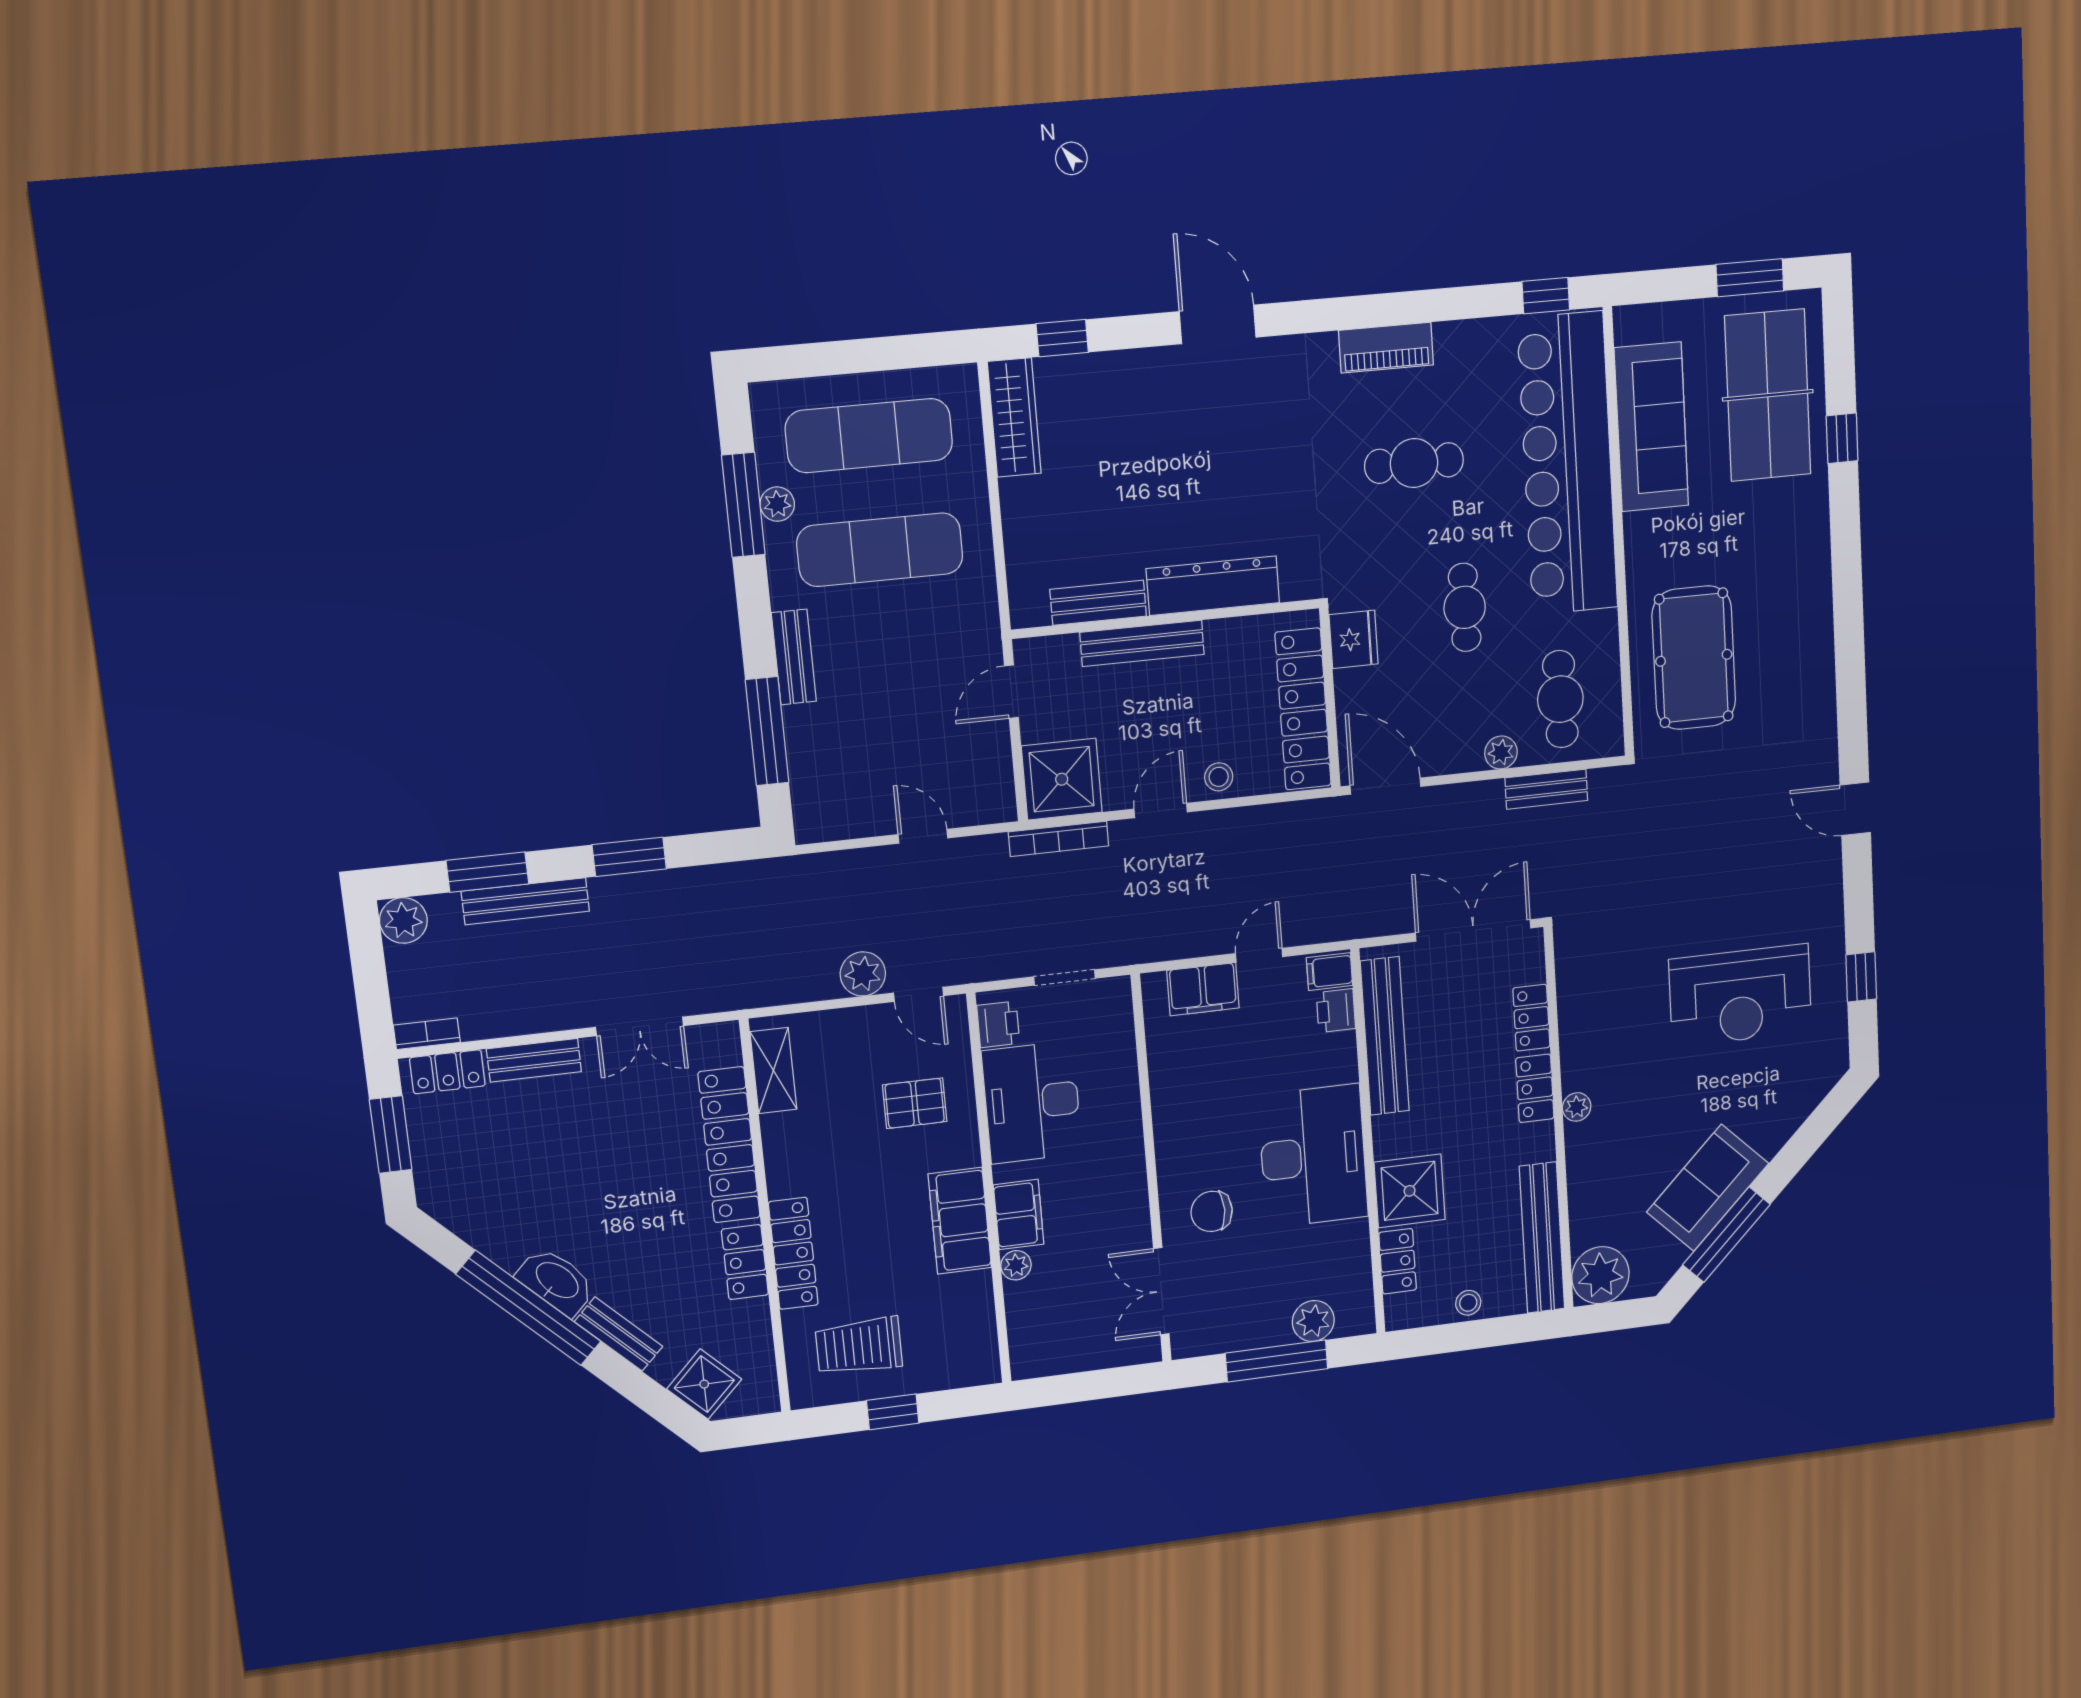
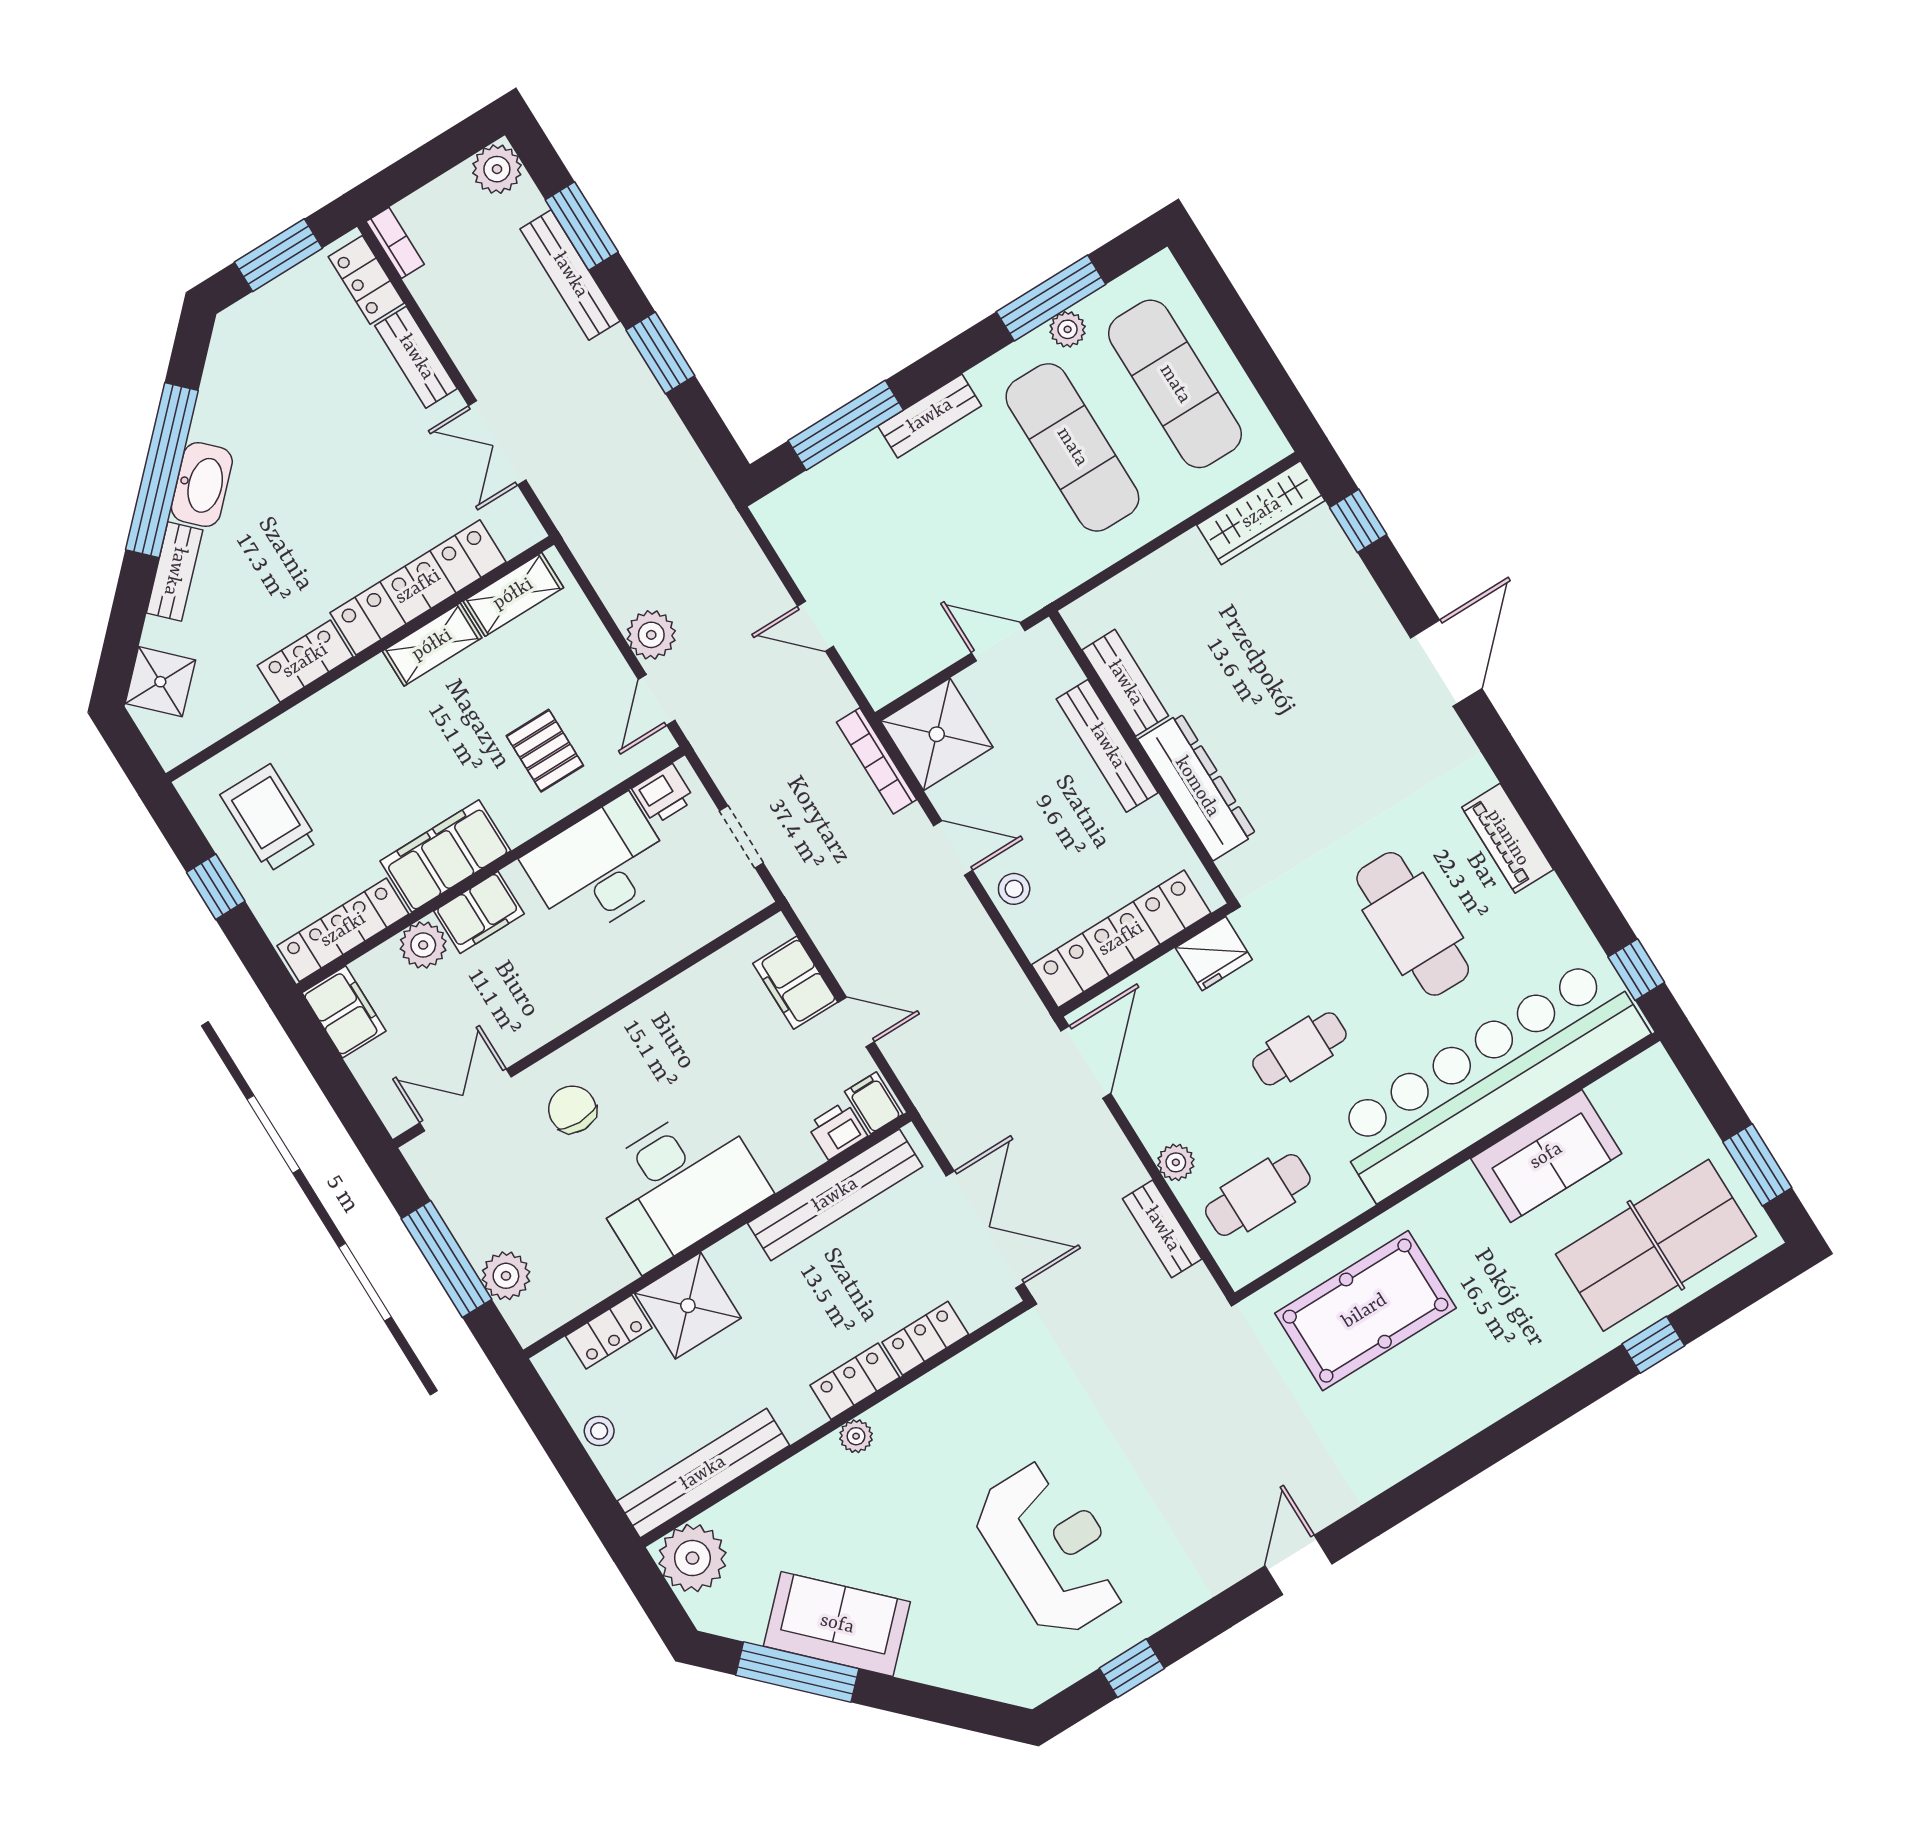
sofa: (1651, 427) -> (1546, 1156), width x0.73
cafe table: (1414, 463) -> (1413, 924), width x1.37, depth x1.35
door: (923, 836) -> (815, 626), swing flipped
reception desk: (1740, 996) -> (1052, 1548), turned 180
shelving: (782, 1155) -> (432, 645), added
locker: (793, 1253) -> (343, 930), moved, turned 180
plant: (1016, 1265) -> (423, 945), width x1.38, depth x1.38
filing cabinet: (1043, 1355) -> (344, 1012), added

